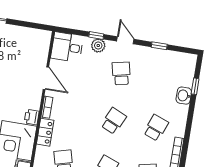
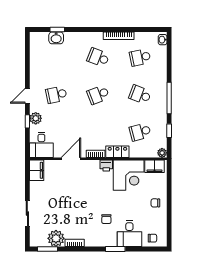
filing cabinet: (39, 37) -> (37, 170), added
window: (159, 46) -> (27, 66), removed
washbasin: (184, 96) -> (56, 38), moved
school desk: (114, 121) -> (98, 95), turned -45

